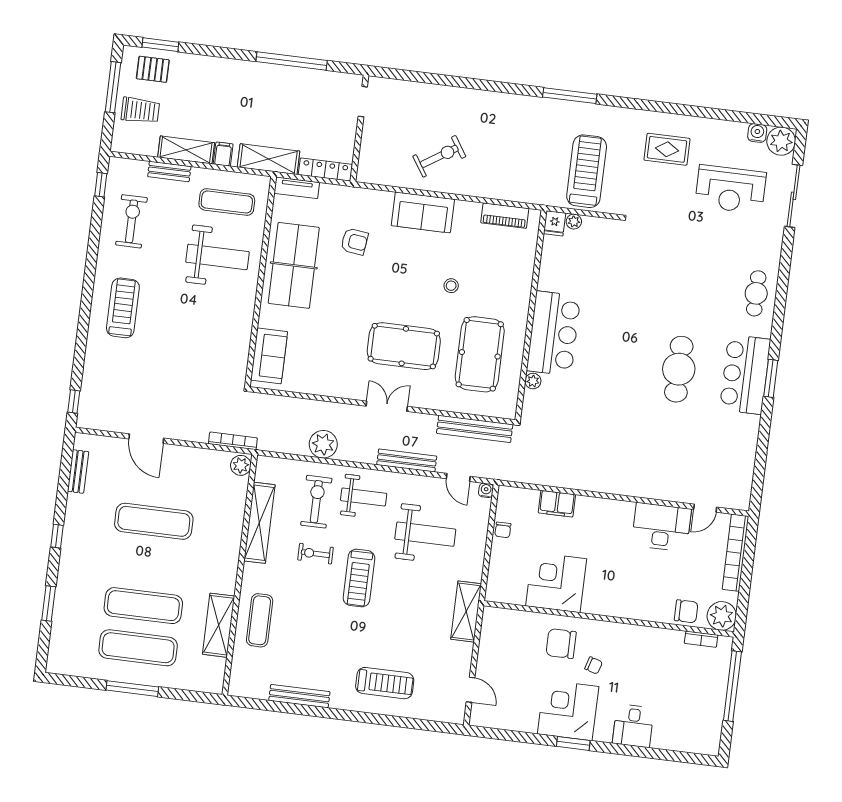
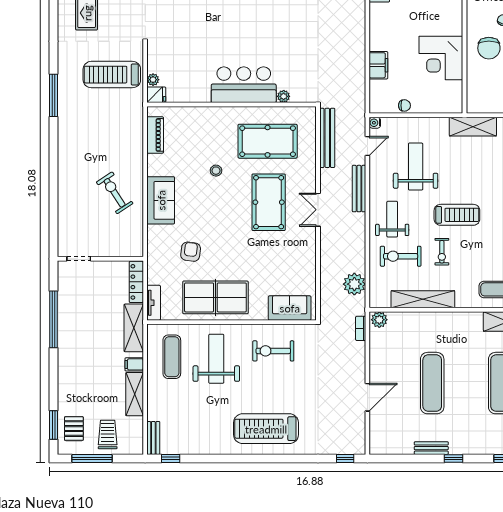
bench: (169, 172) -> (153, 438), moved
exercise bike: (131, 221) -> (273, 351), moved
treadmill: (123, 308) -> (266, 429), width x1.37, depth x1.38
bookcase: (233, 441) -> (361, 328), width x0.64
plant: (323, 444) -> (354, 284), moved
bench: (78, 471) -> (431, 448), moved

